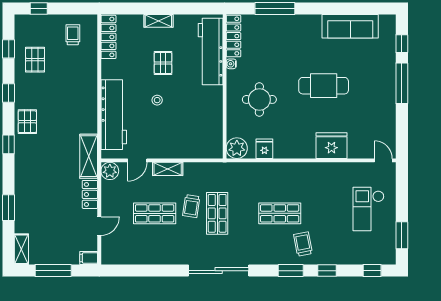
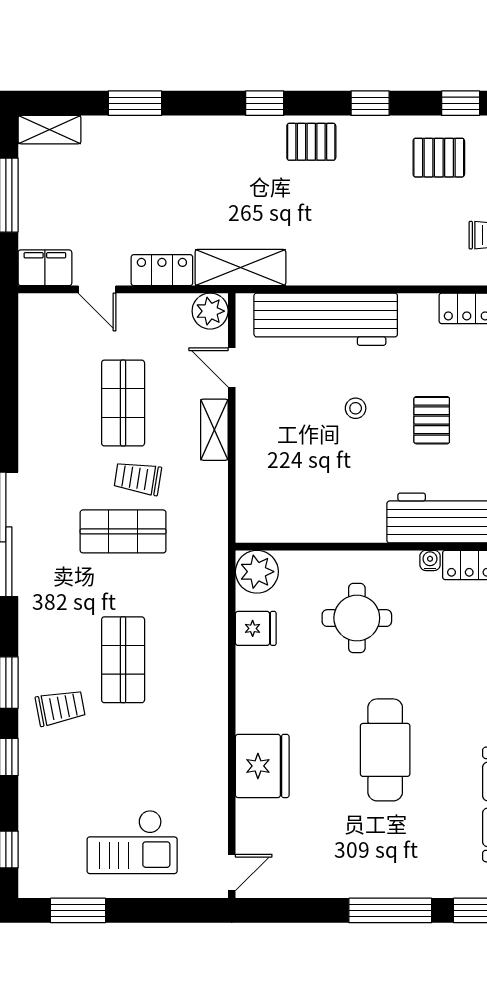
pallet: (163, 63) -> (432, 420), turned 90
checkout: (368, 209) -> (132, 842), turned 180
filing cabinet: (89, 258) -> (45, 268), width x2.00

